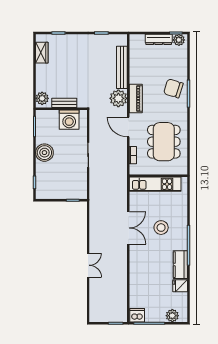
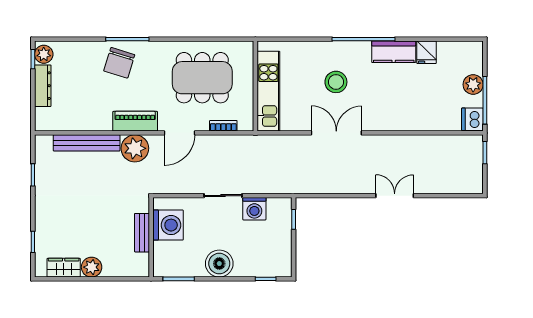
plant: (42, 98) -> (92, 267), moved
washing machine: (80, 175) -> (254, 209), added
plant: (172, 316) -> (473, 85), moved

